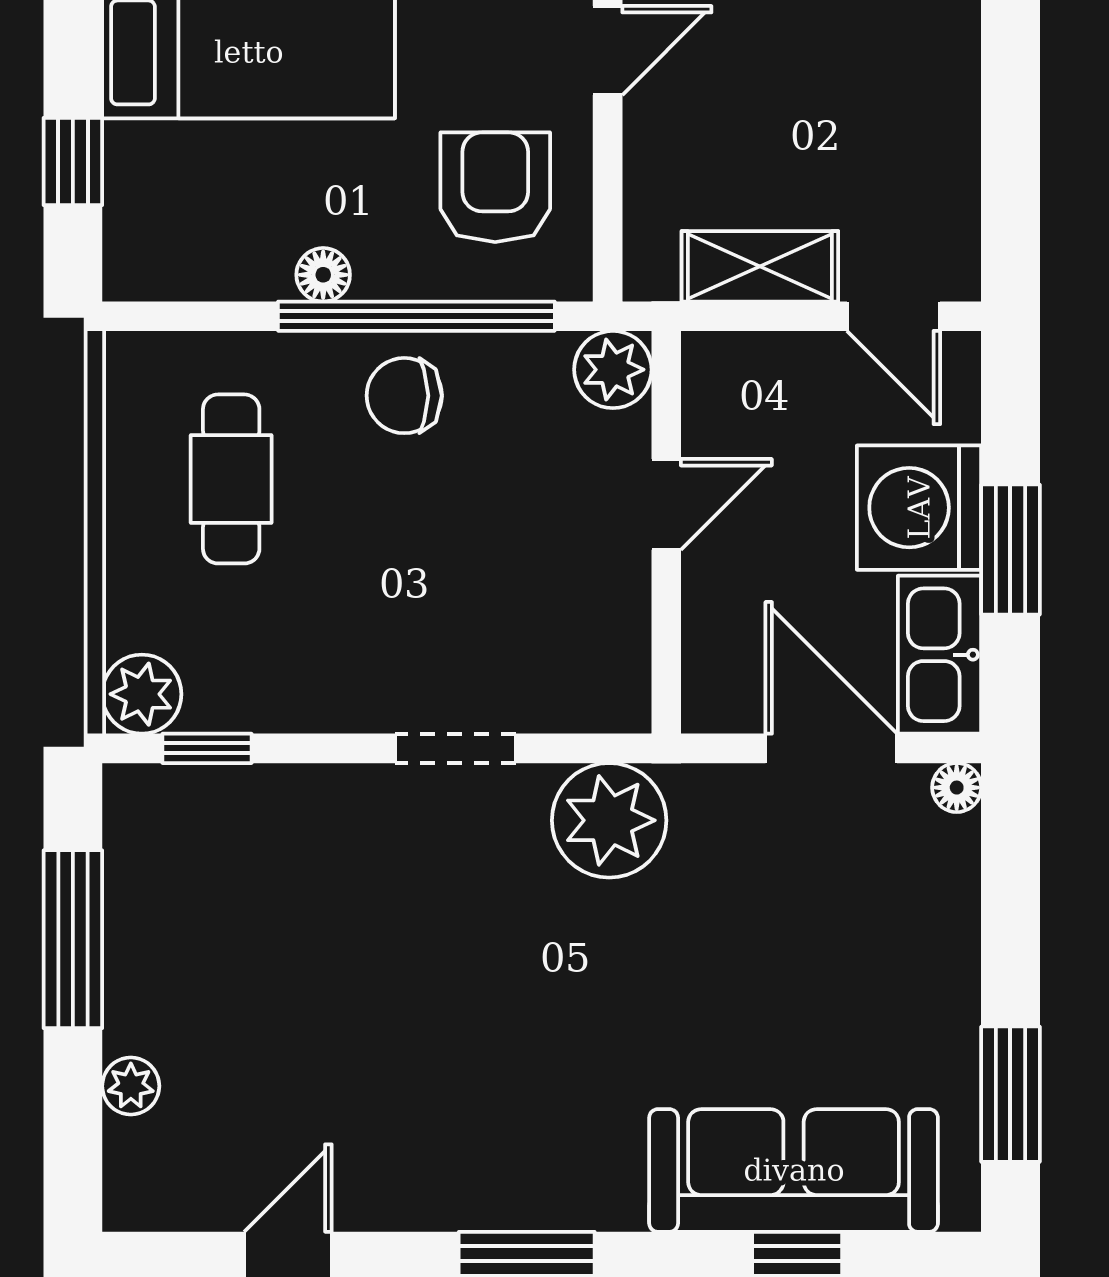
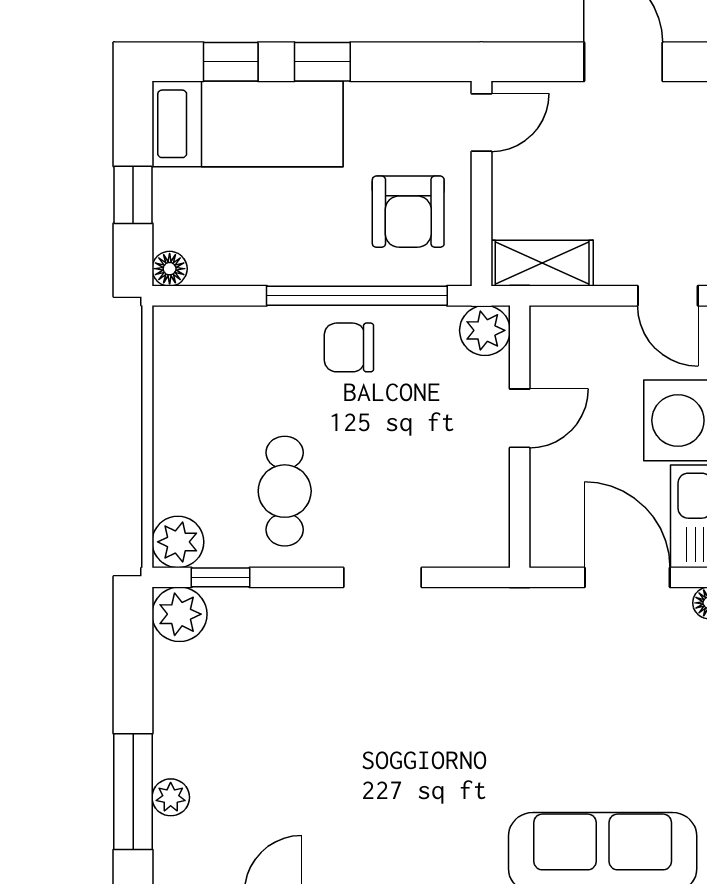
armchair: (495, 187) -> (408, 212), turned 180
shelving: (760, 266) -> (542, 263), moved
floor lamp: (323, 275) -> (170, 269), moved
cafe table: (231, 479) -> (285, 491), moved
plant: (609, 820) -> (180, 614), moved, width x0.73, depth x0.73
window: (73, 939) -> (133, 792), moved

